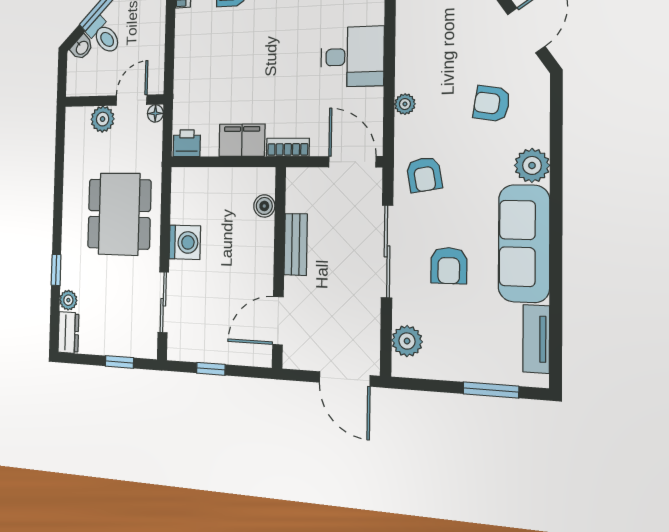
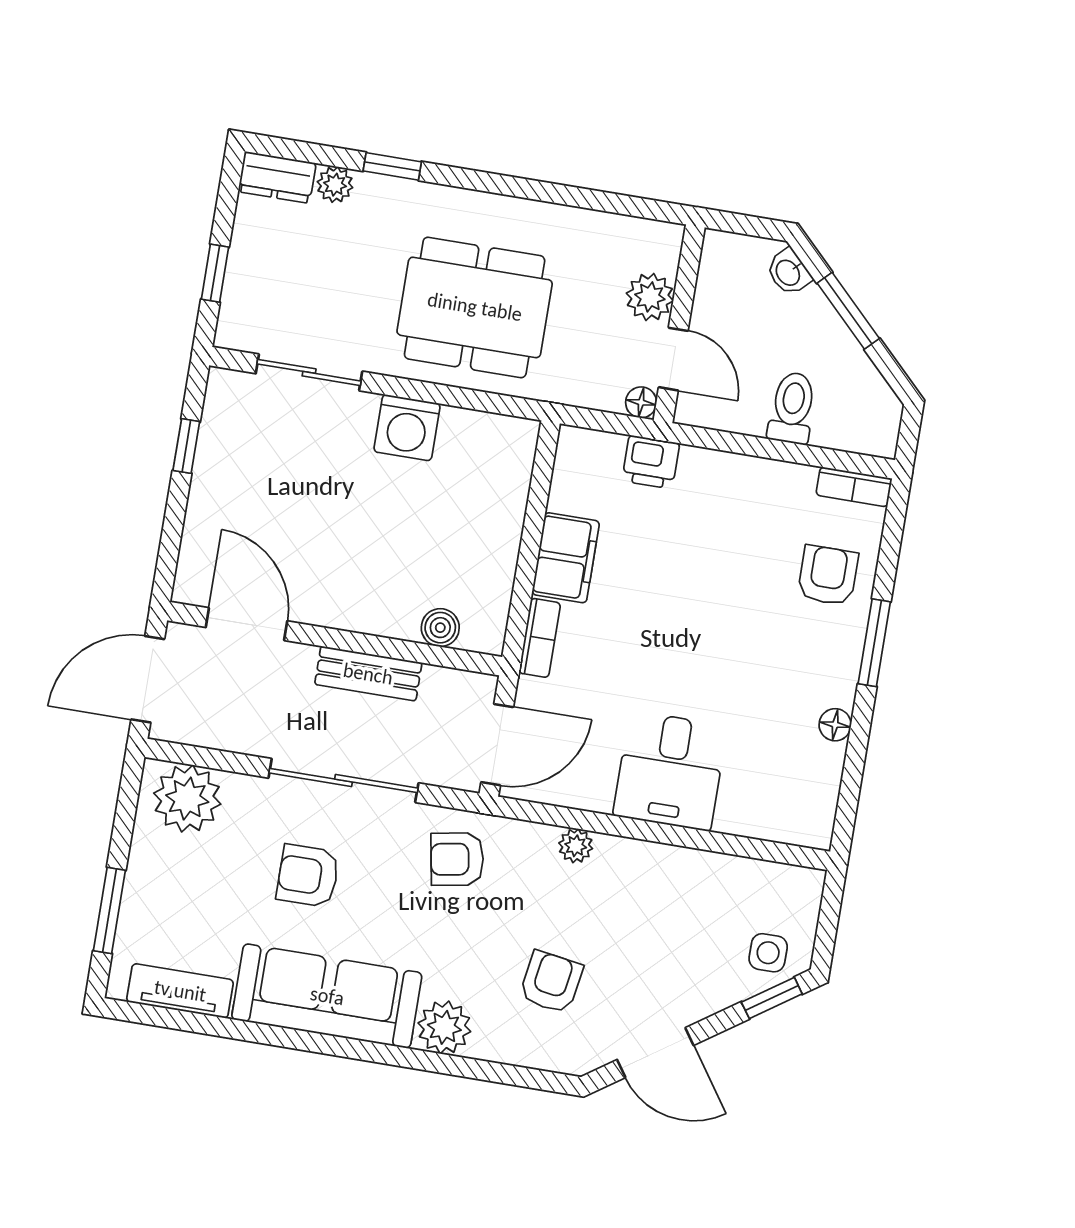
toilet: (104, 36) -> (792, 408), moved, turned 135
printer: (187, 143) -> (651, 462), moved, turned 90
boiler: (264, 206) -> (440, 628), moved
bench: (296, 244) -> (368, 674), moved
wall: (279, 267) -> (335, 639), moved
door: (278, 321) -> (247, 624), moved
plant: (407, 341) -> (187, 799), width x1.36, depth x1.36

